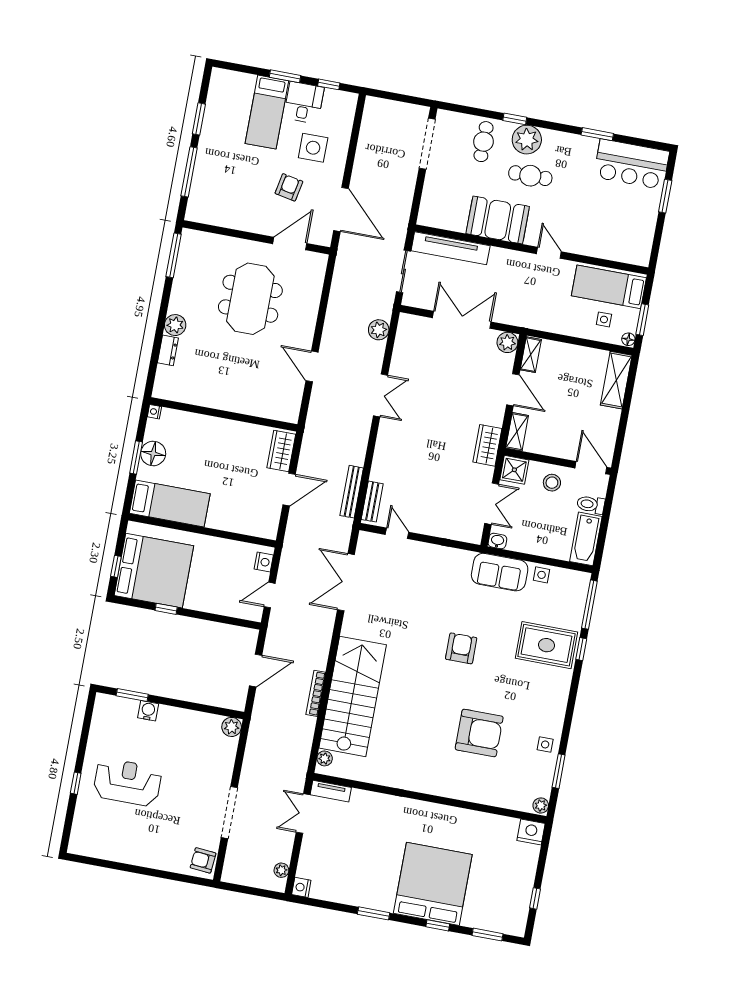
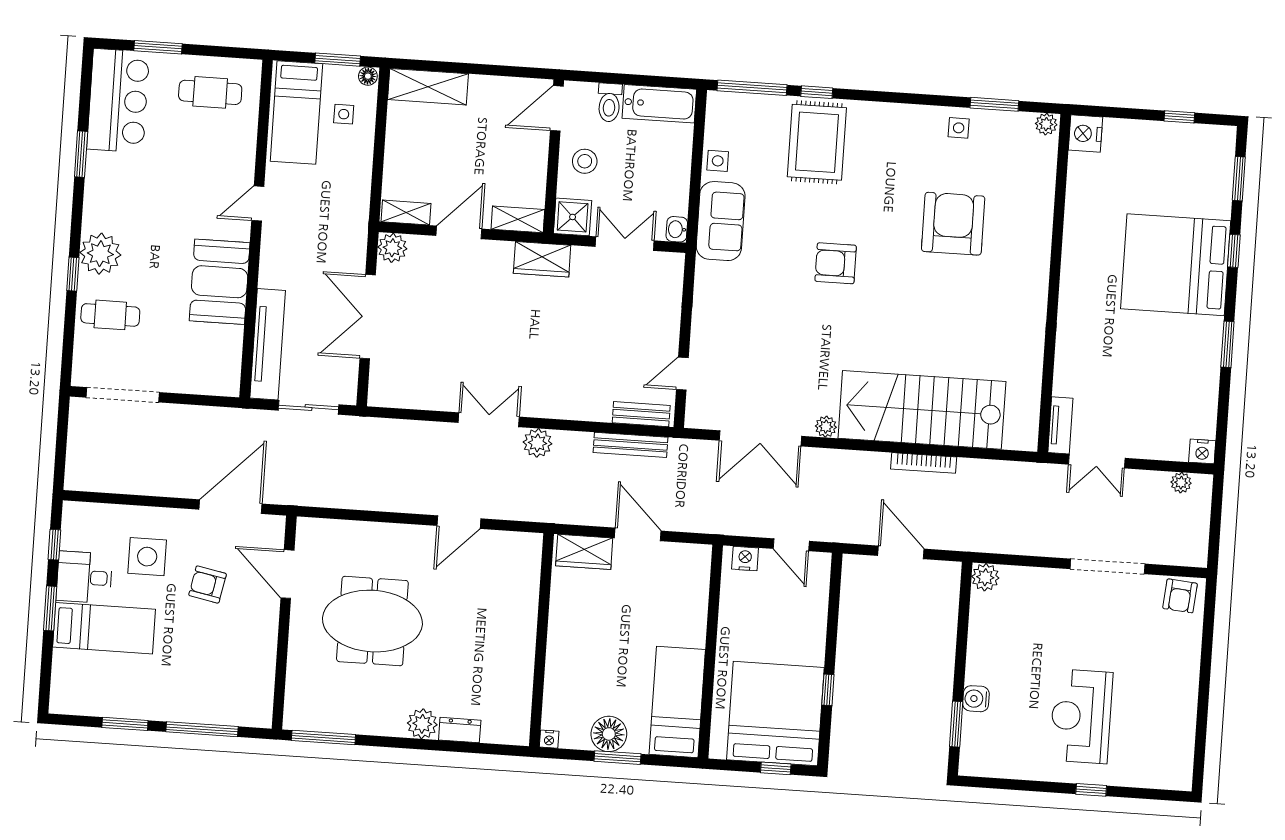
cafe table: (530, 176) -> (210, 92), moved, turned 90
plant: (379, 330) -> (538, 443), moved
plant: (325, 758) -> (826, 427), moved

